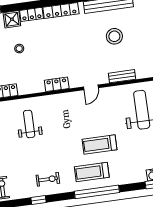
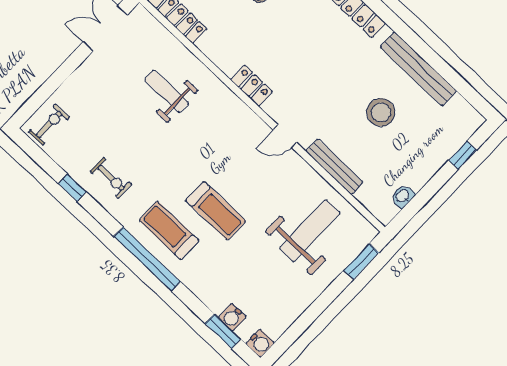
bench: (122, 76) -> (334, 167), width x1.36
weight bench: (29, 124) -> (167, 91), turned -90
treadmill: (100, 144) -> (216, 211), turned 180

